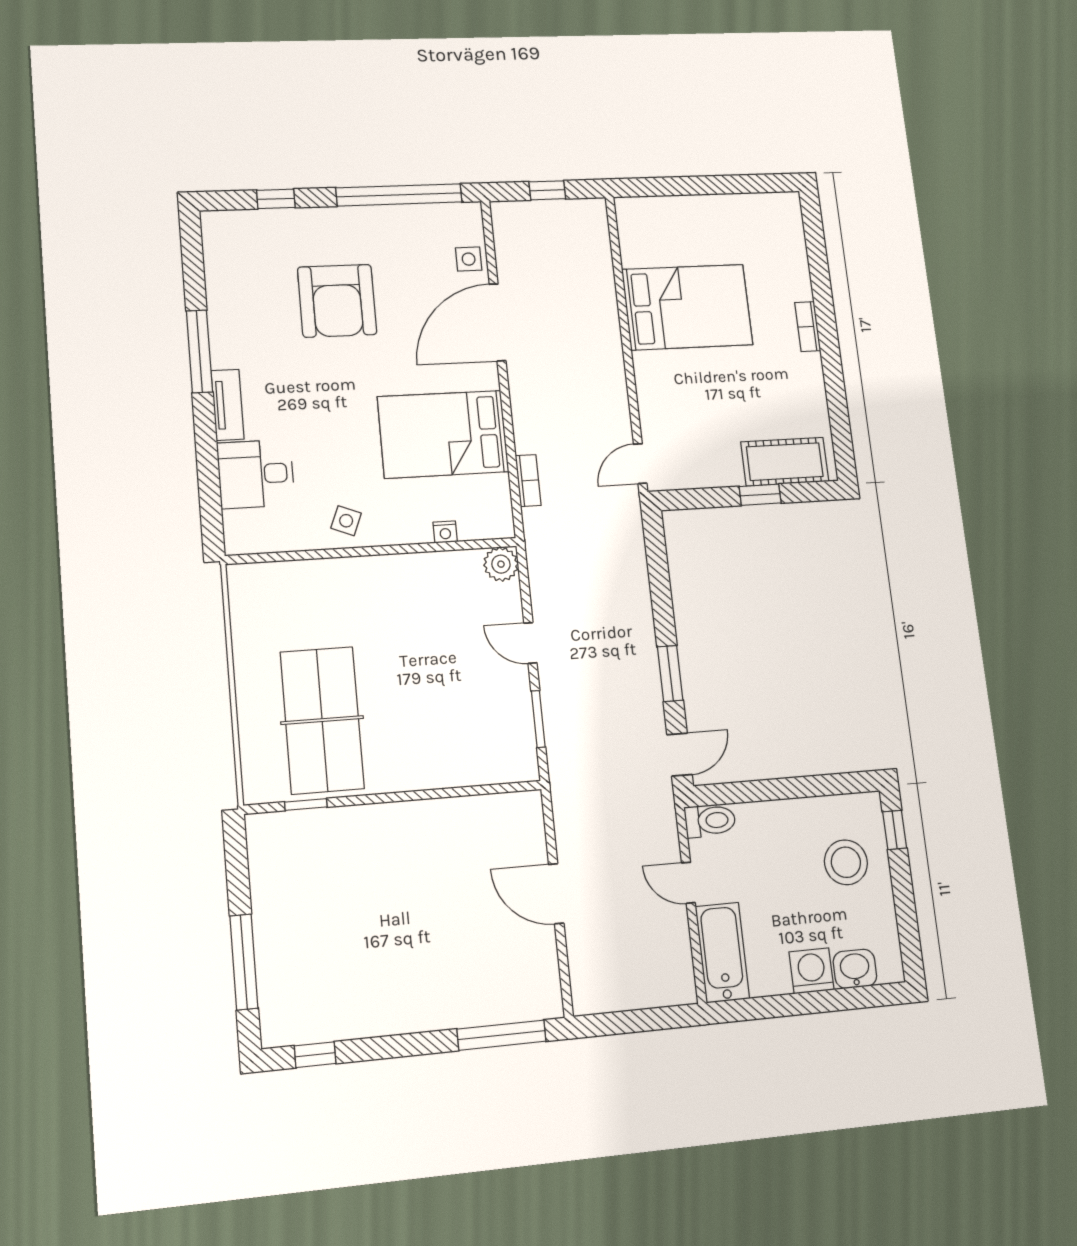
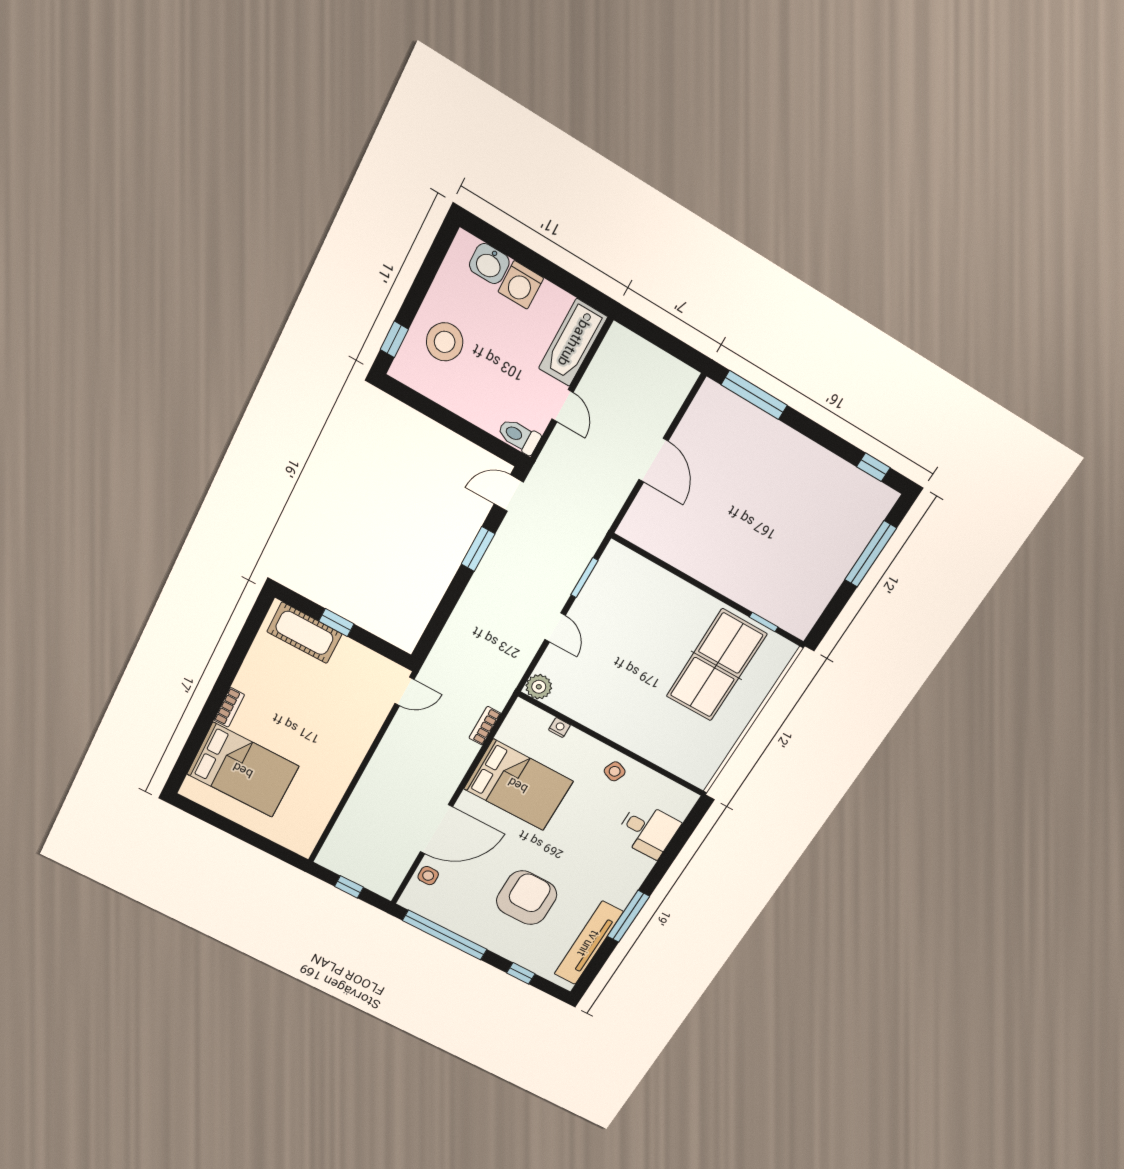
bed: (687, 307) -> (243, 770), moved, turned 180
tv unit: (228, 405) -> (588, 943), moved, width x1.92, depth x1.29

